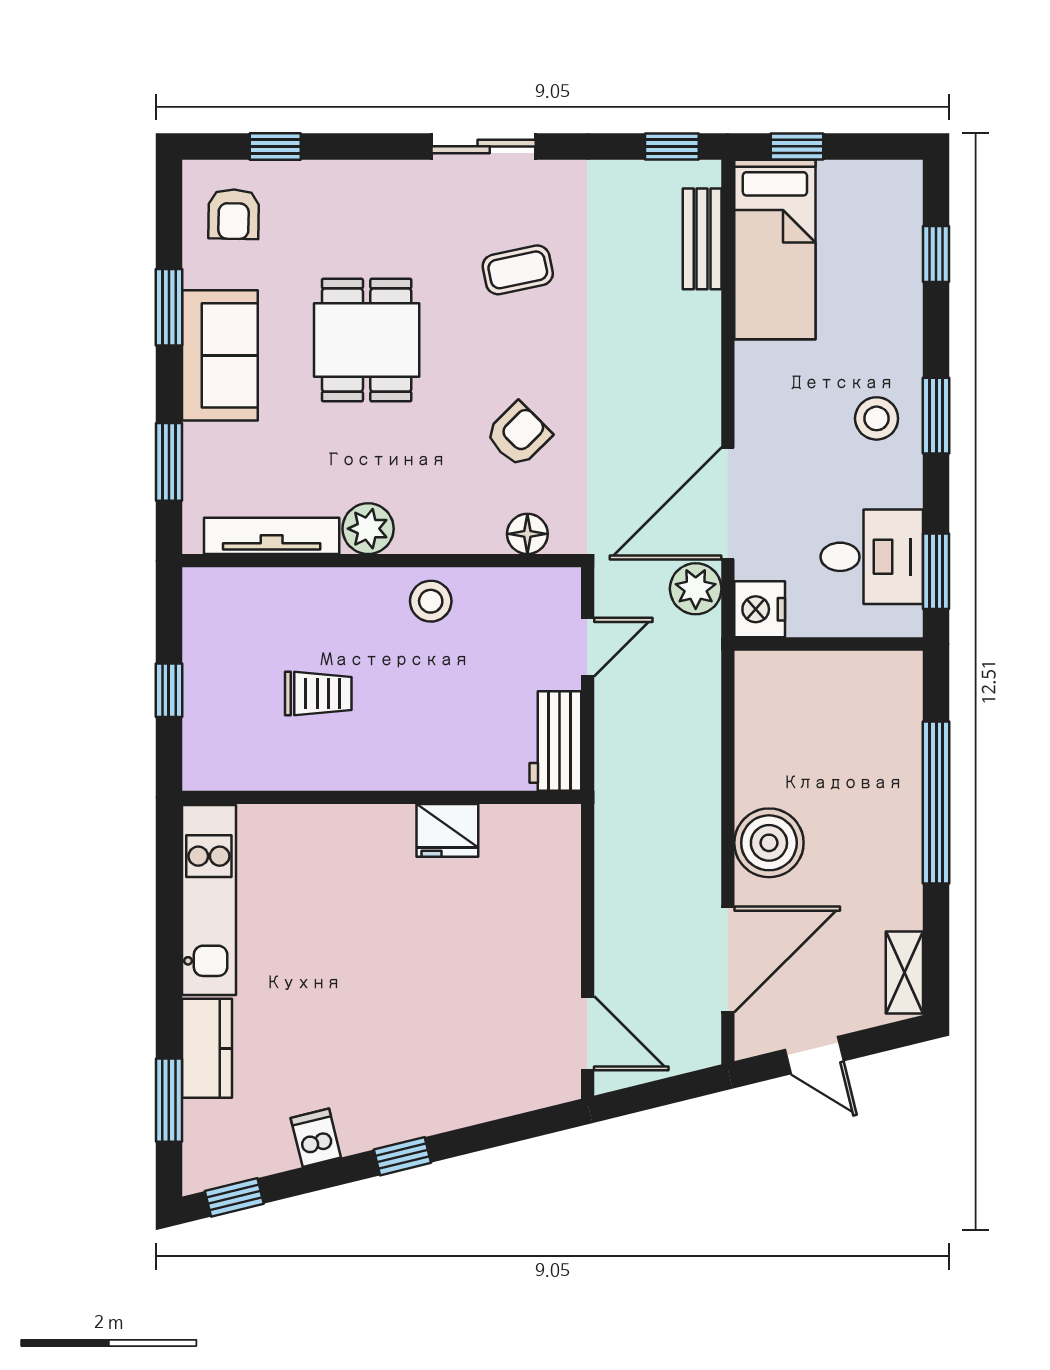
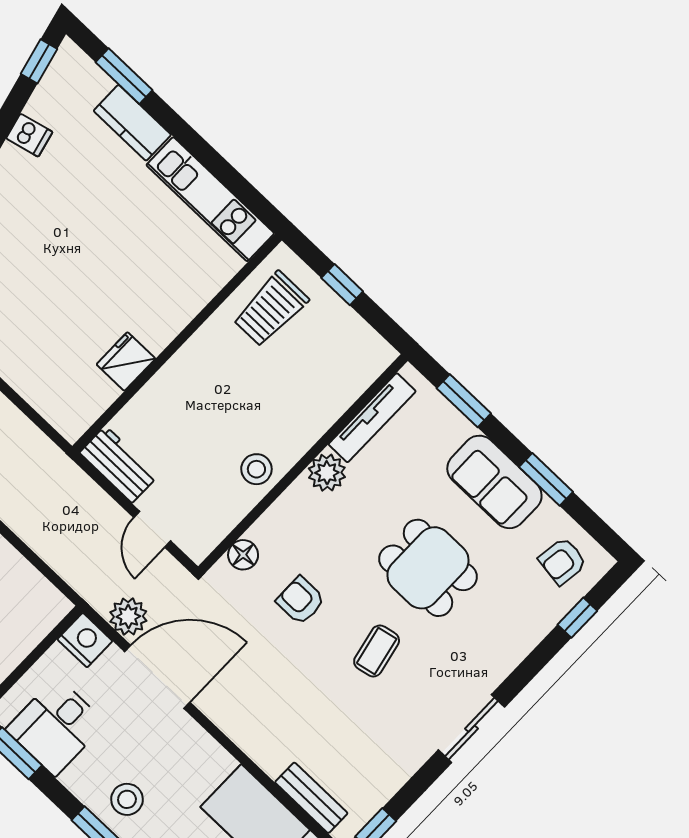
armchair: (234, 214) -> (563, 561), turned -83
coffee table: (518, 270) -> (377, 651), moved
armchair: (518, 435) -> (301, 601), turned 135
door: (728, 504) -> (157, 677), hinge flipped
trolley: (318, 693) -> (271, 309), moved, width x1.36, depth x1.39

